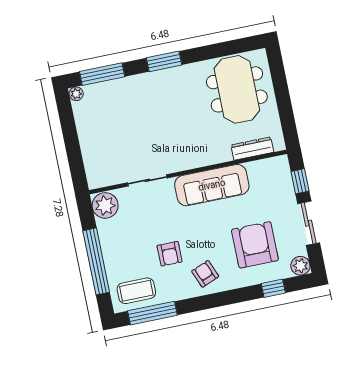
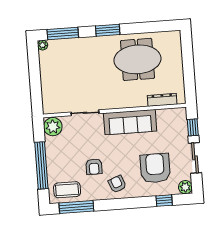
meeting table: (237, 89) -> (137, 59), moved, turned 90

